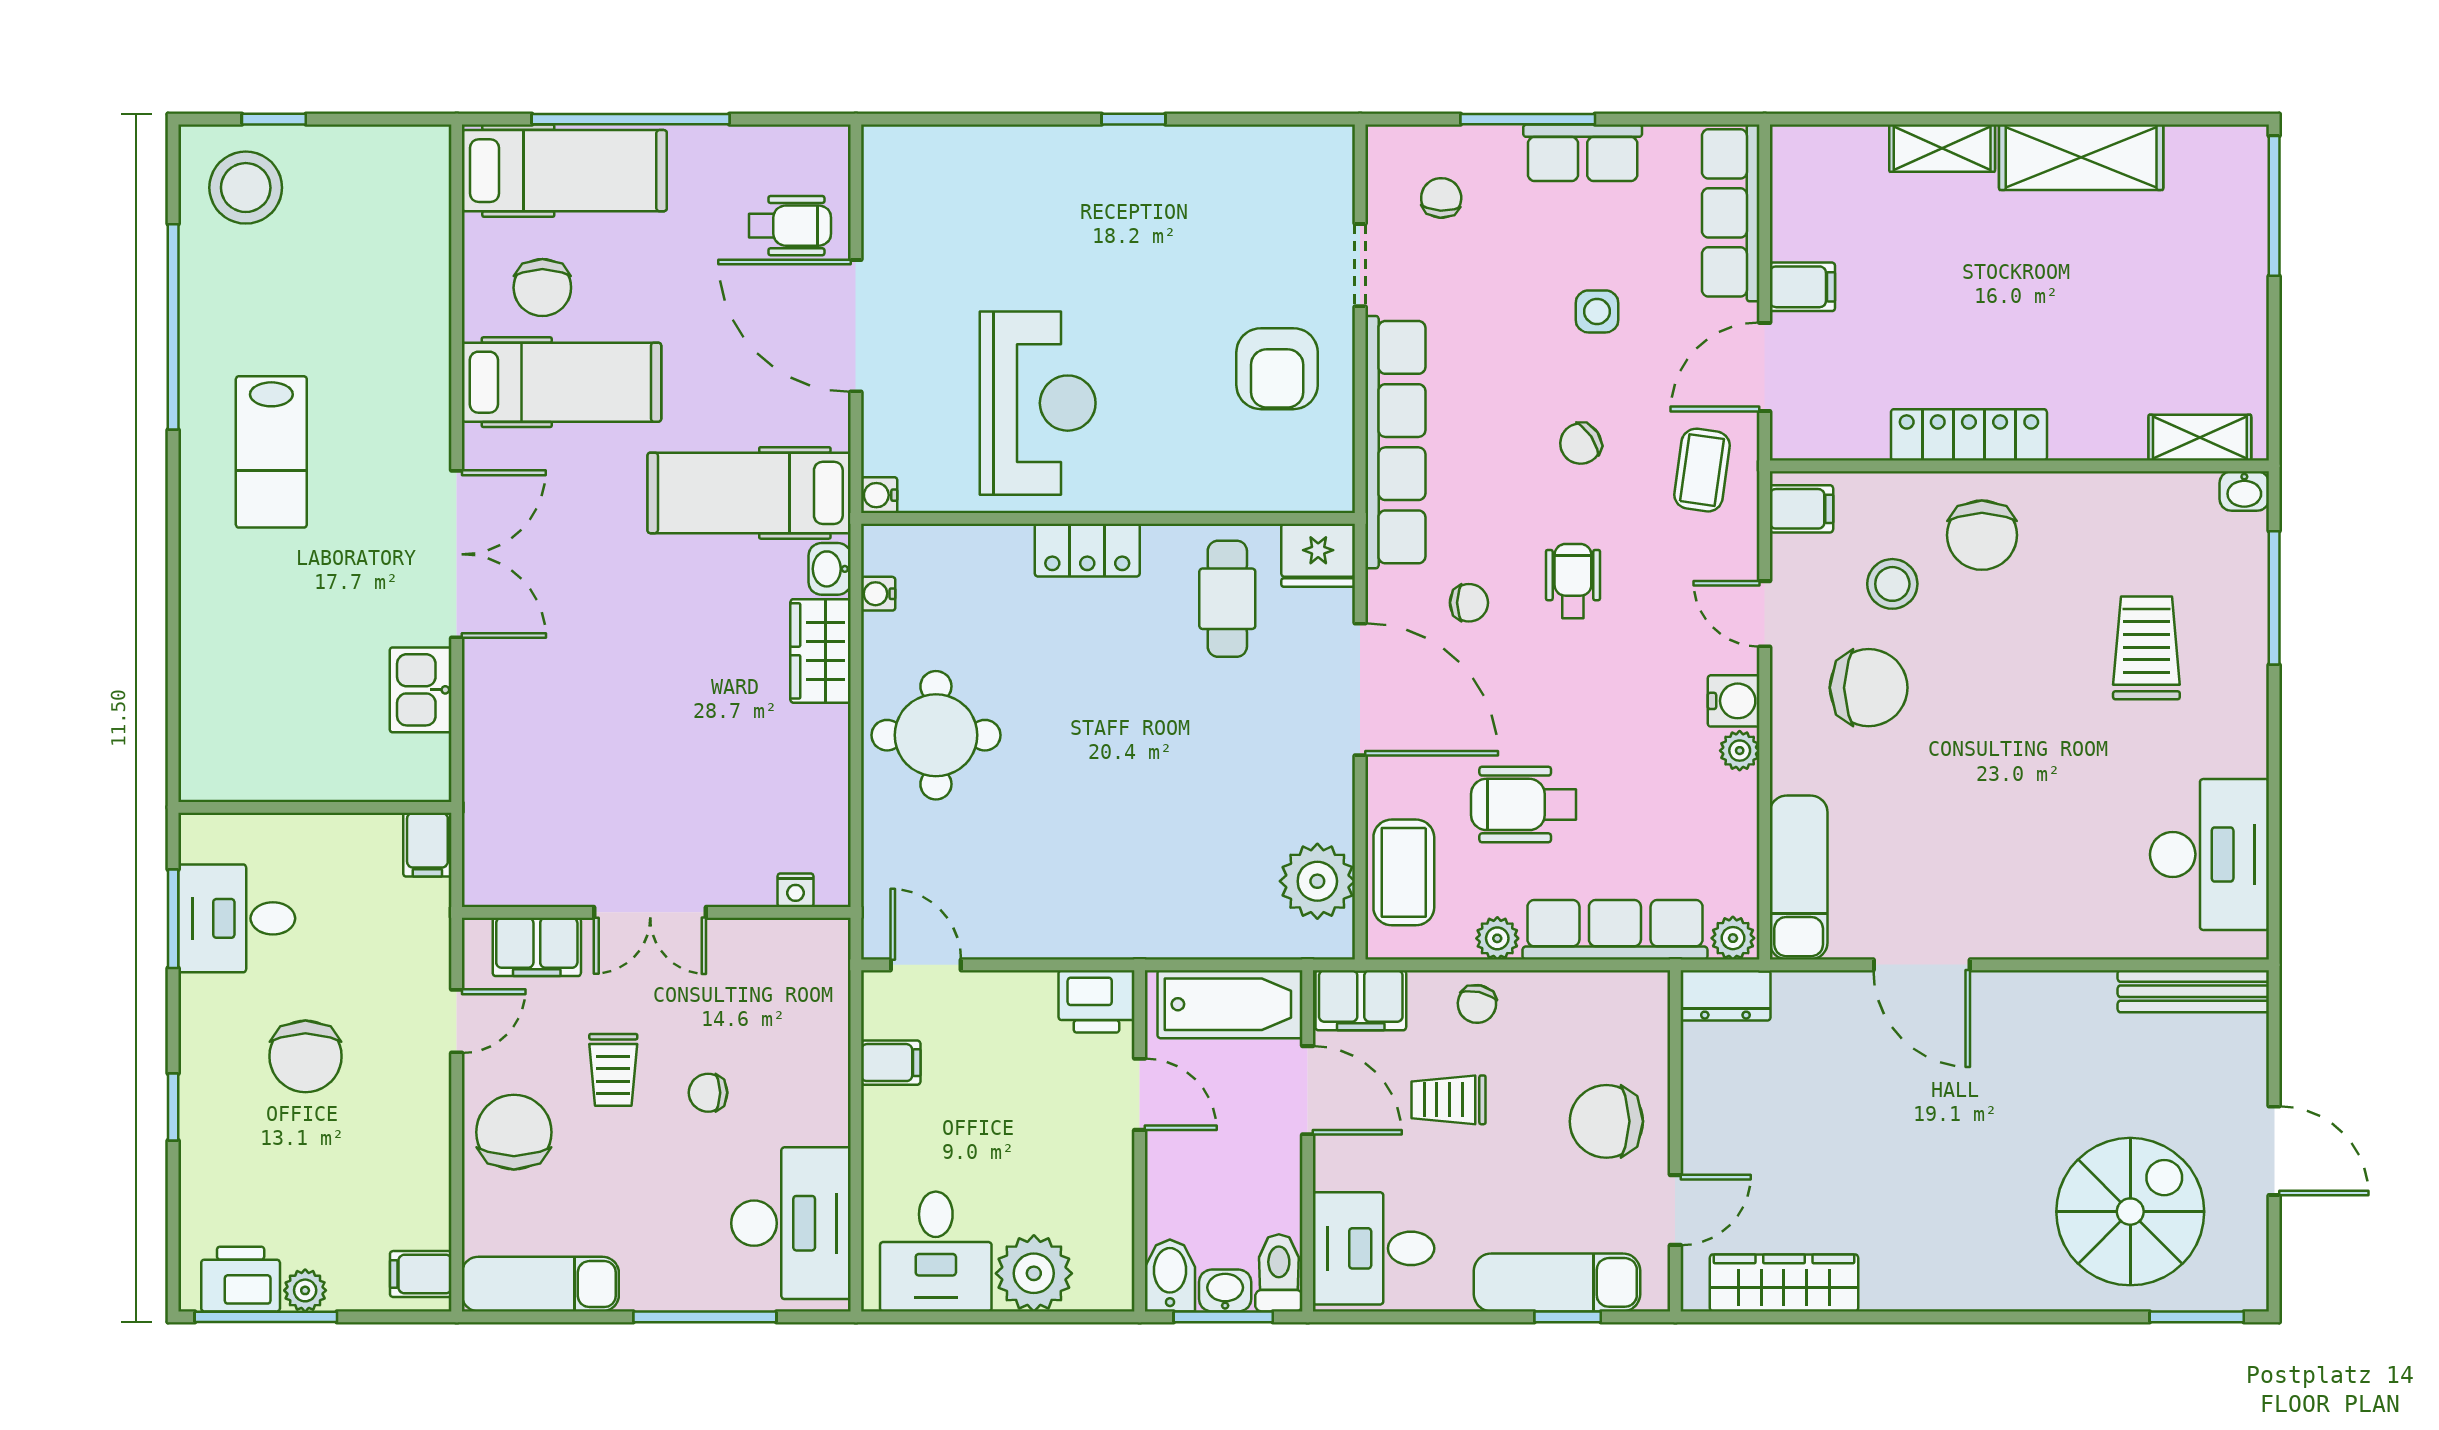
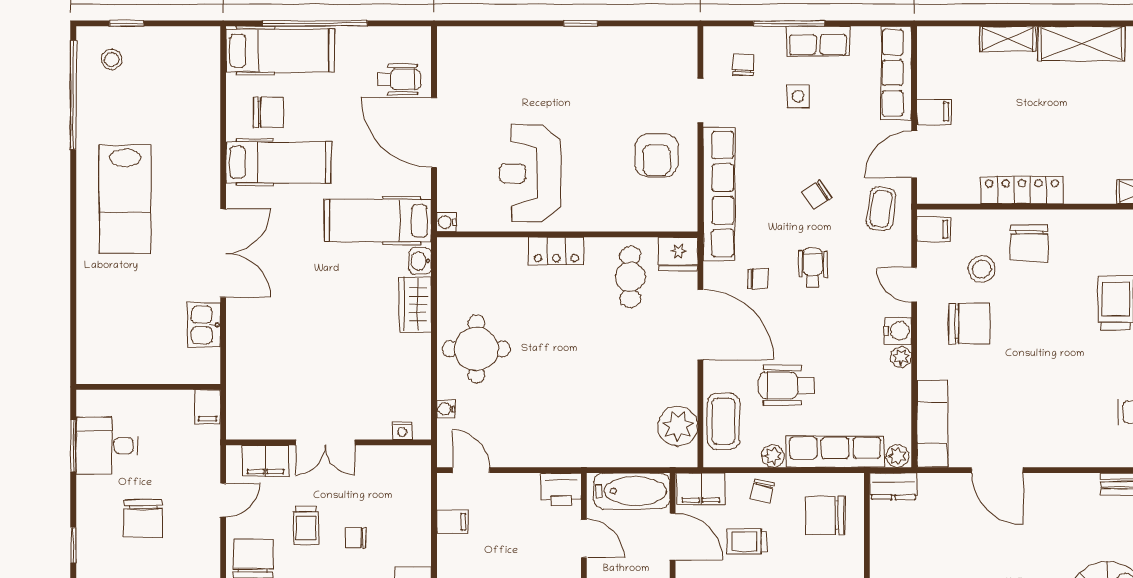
stool: (246, 188) -> (112, 60), width x0.53, depth x0.53
chair: (542, 288) -> (268, 112), turned -90
side table: (1597, 311) -> (798, 96), moved
window: (173, 327) -> (73, 95), moved
reception desk: (1038, 403) -> (530, 173), turned 180
lab bench: (271, 452) -> (125, 199), width x1.36, depth x1.39
water cooler: (878, 594) -> (446, 409), moved
chair: (1606, 1121) -> (825, 515), moved

